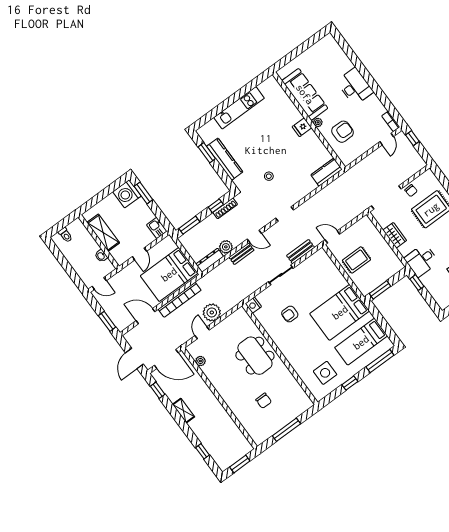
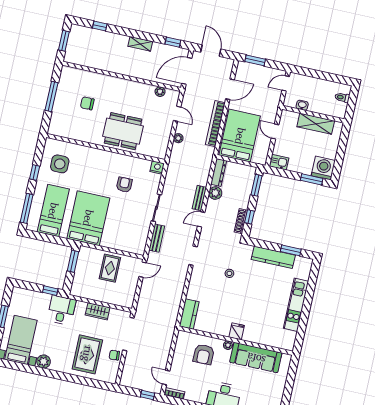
plant: (212, 312) -> (178, 138), width x0.53, depth x0.53

